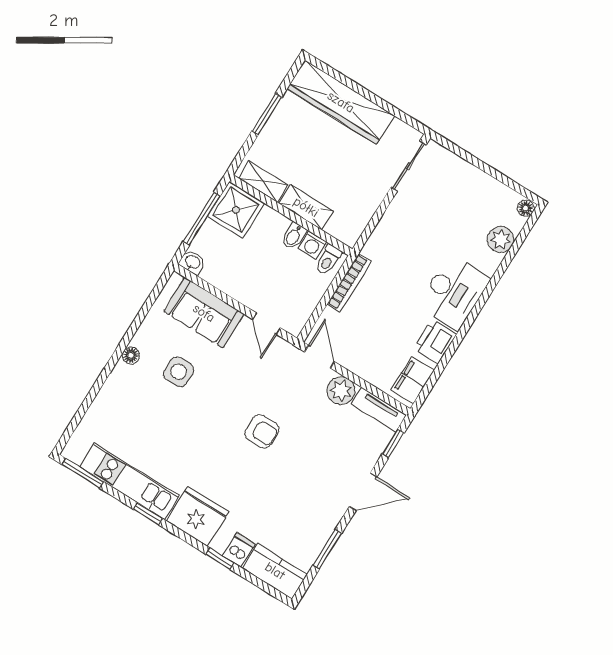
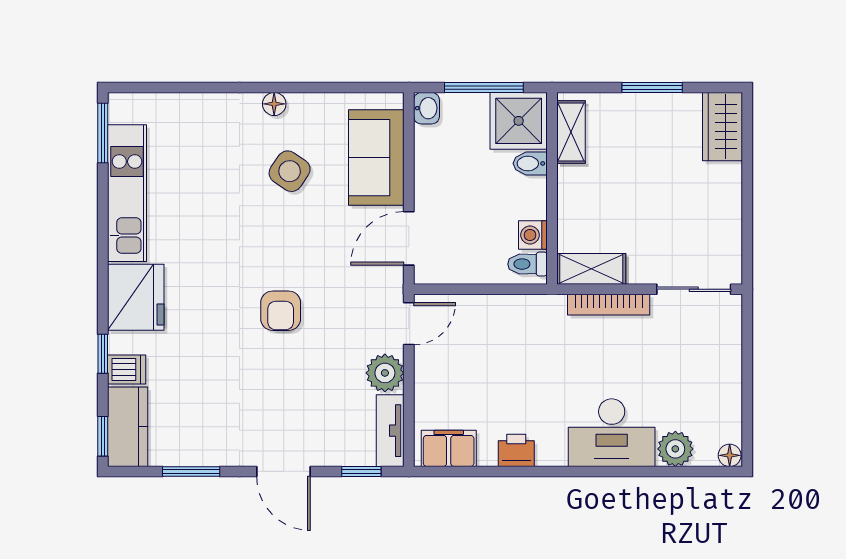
wardrobe: (341, 102) -> (723, 127), width x0.48, depth x0.85
shelving: (306, 207) -> (591, 269), moved, turned 90
bidet: (294, 236) -> (530, 163), moved
bookcase: (349, 283) -> (609, 305), moved
desk: (454, 292) -> (612, 433), moved
door: (267, 324) -> (409, 238), width x1.38
printer: (435, 341) -> (516, 450), width x0.73, depth x0.81
side table: (179, 372) -> (290, 171), turned 34
window: (148, 514) -> (103, 436), moved

